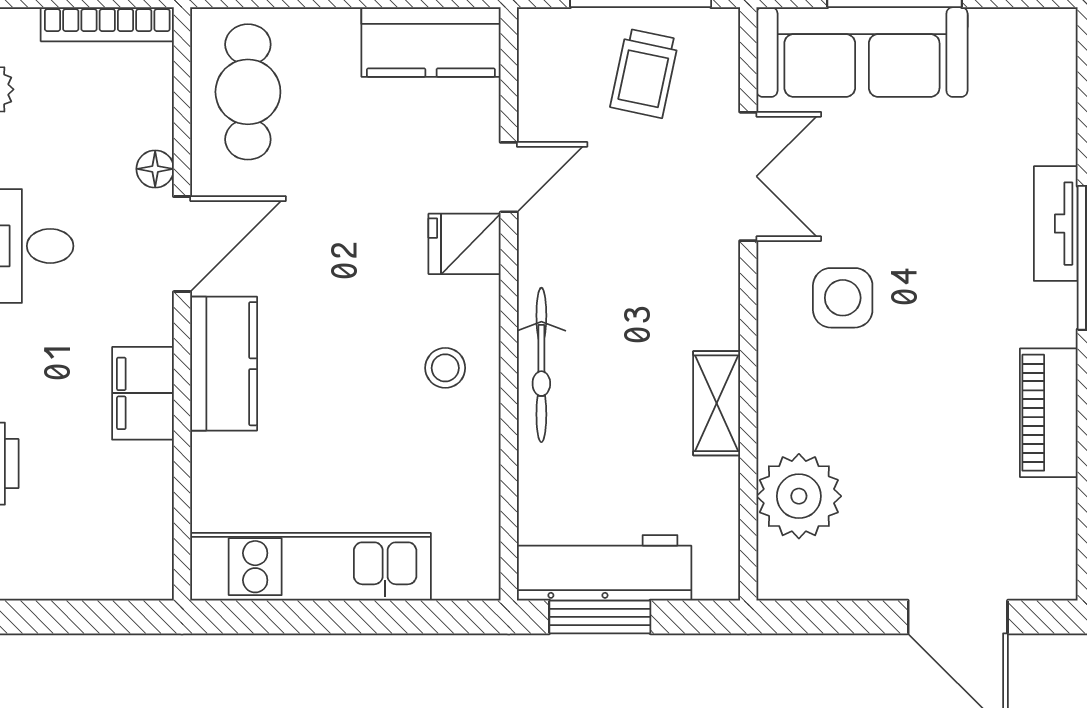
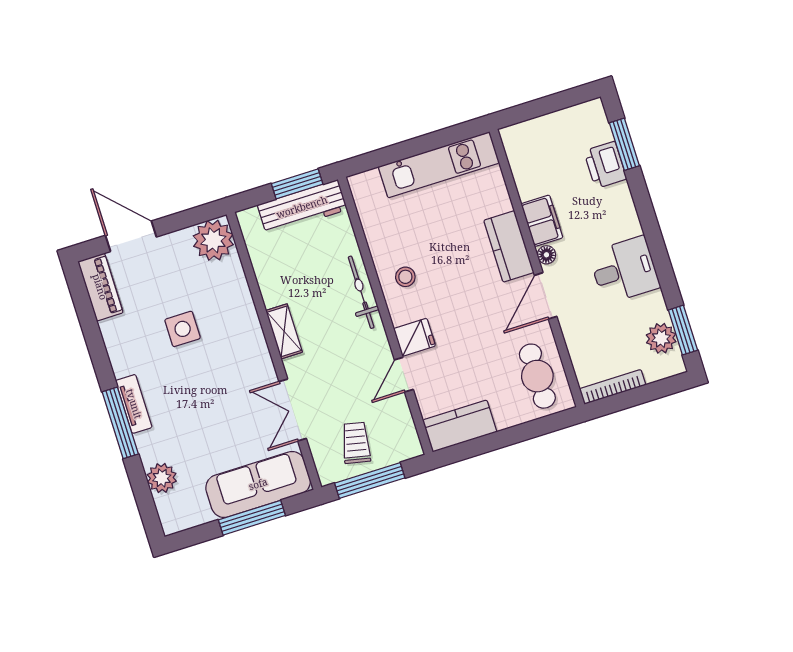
plant: (1047, 124) -> (162, 478), added
floor lamp: (155, 169) -> (546, 255), moved
tv unit: (1056, 224) -> (134, 404), moved
side table: (843, 298) -> (183, 329), moved
shelving: (717, 403) -> (284, 331), moved
piano: (1049, 413) -> (100, 287), moved
plant: (799, 496) -> (213, 240), moved

